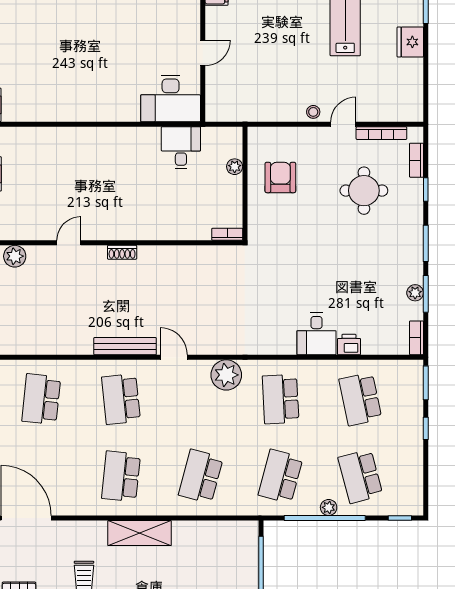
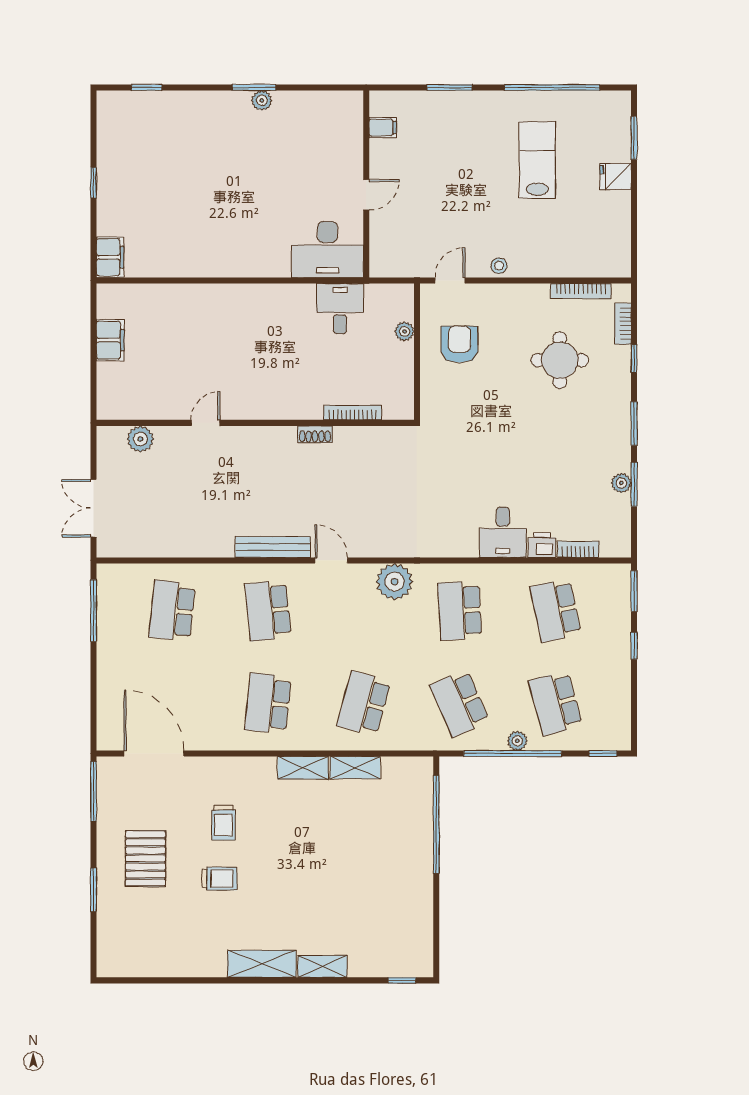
fridge: (410, 42) -> (616, 177), width x0.72
door: (343, 124) -> (450, 281), moved
bookcase: (227, 234) -> (353, 413), moved, width x1.56
shoe rack: (122, 252) -> (315, 434), moved
bookcase: (417, 338) -> (578, 549), moved, turned 90
school desk: (281, 476) -> (460, 703), turned -39
shelving: (194, 530) -> (355, 768), added
shelving: (140, 533) -> (303, 768), width x0.67, depth x0.75

